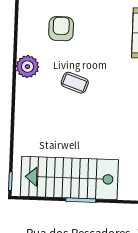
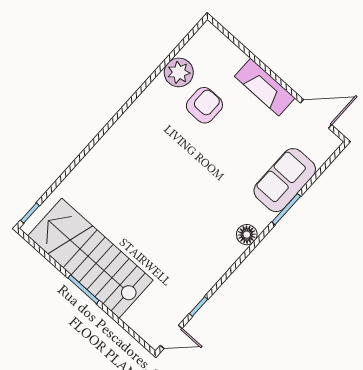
plant: (28, 67) -> (179, 72), moved
coffee table: (75, 83) -> (174, 169), removed

